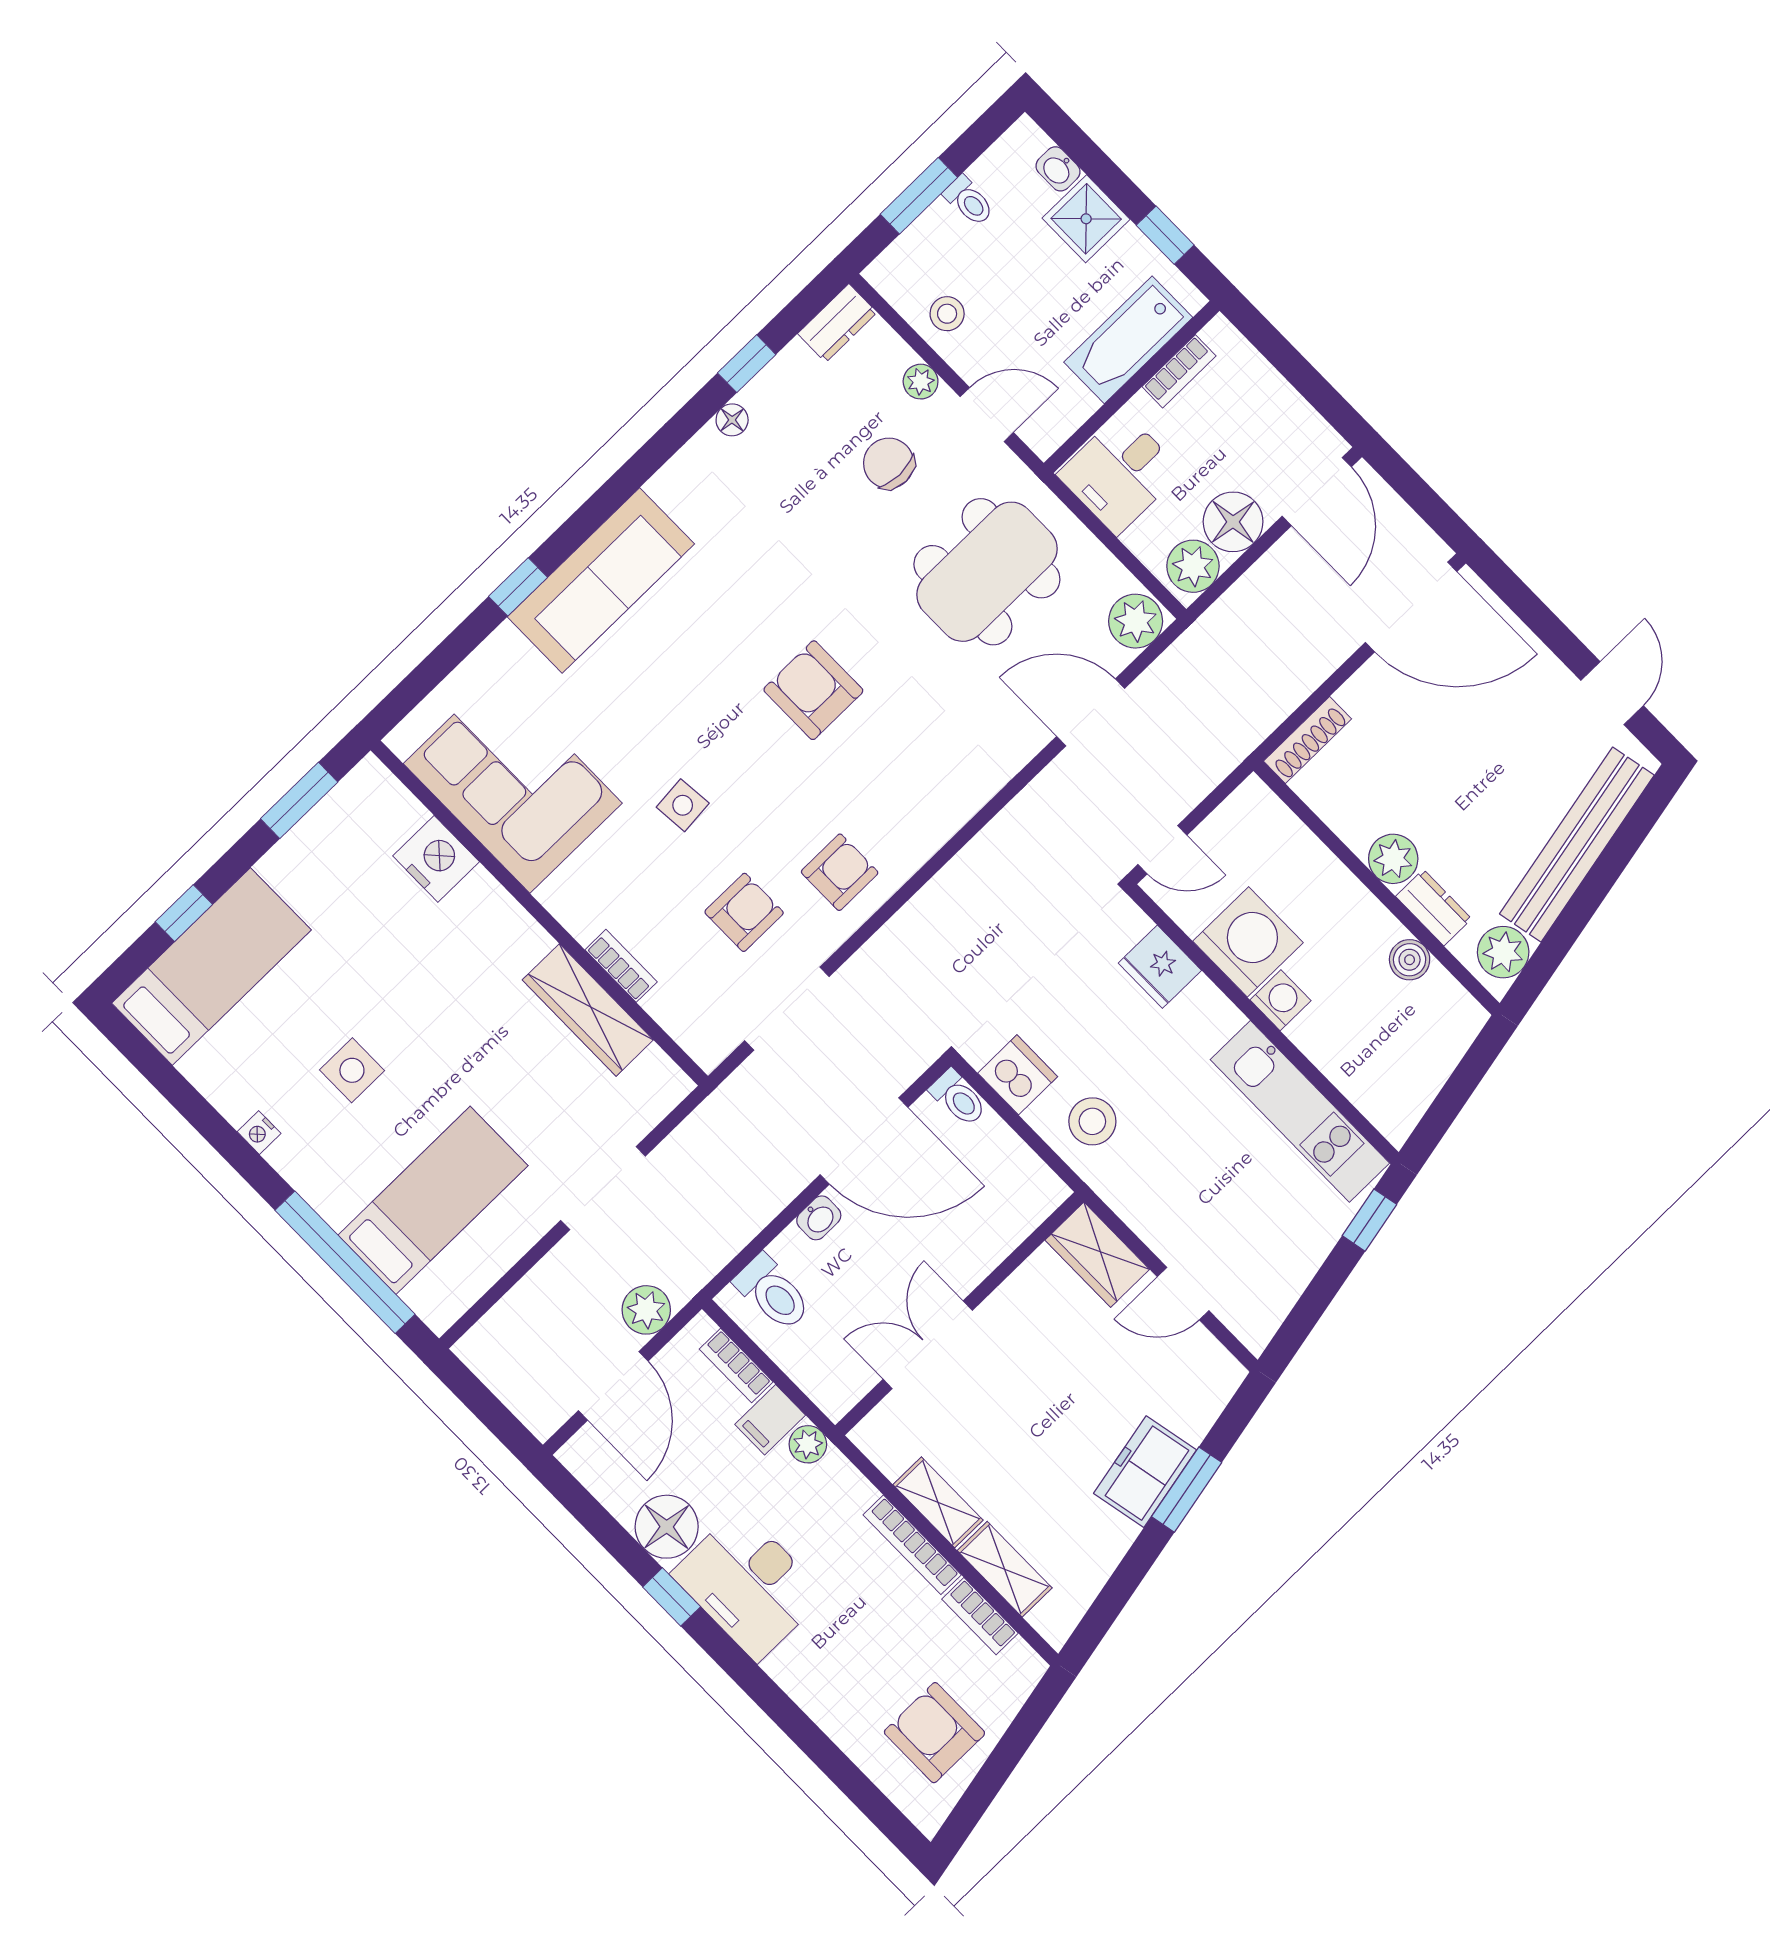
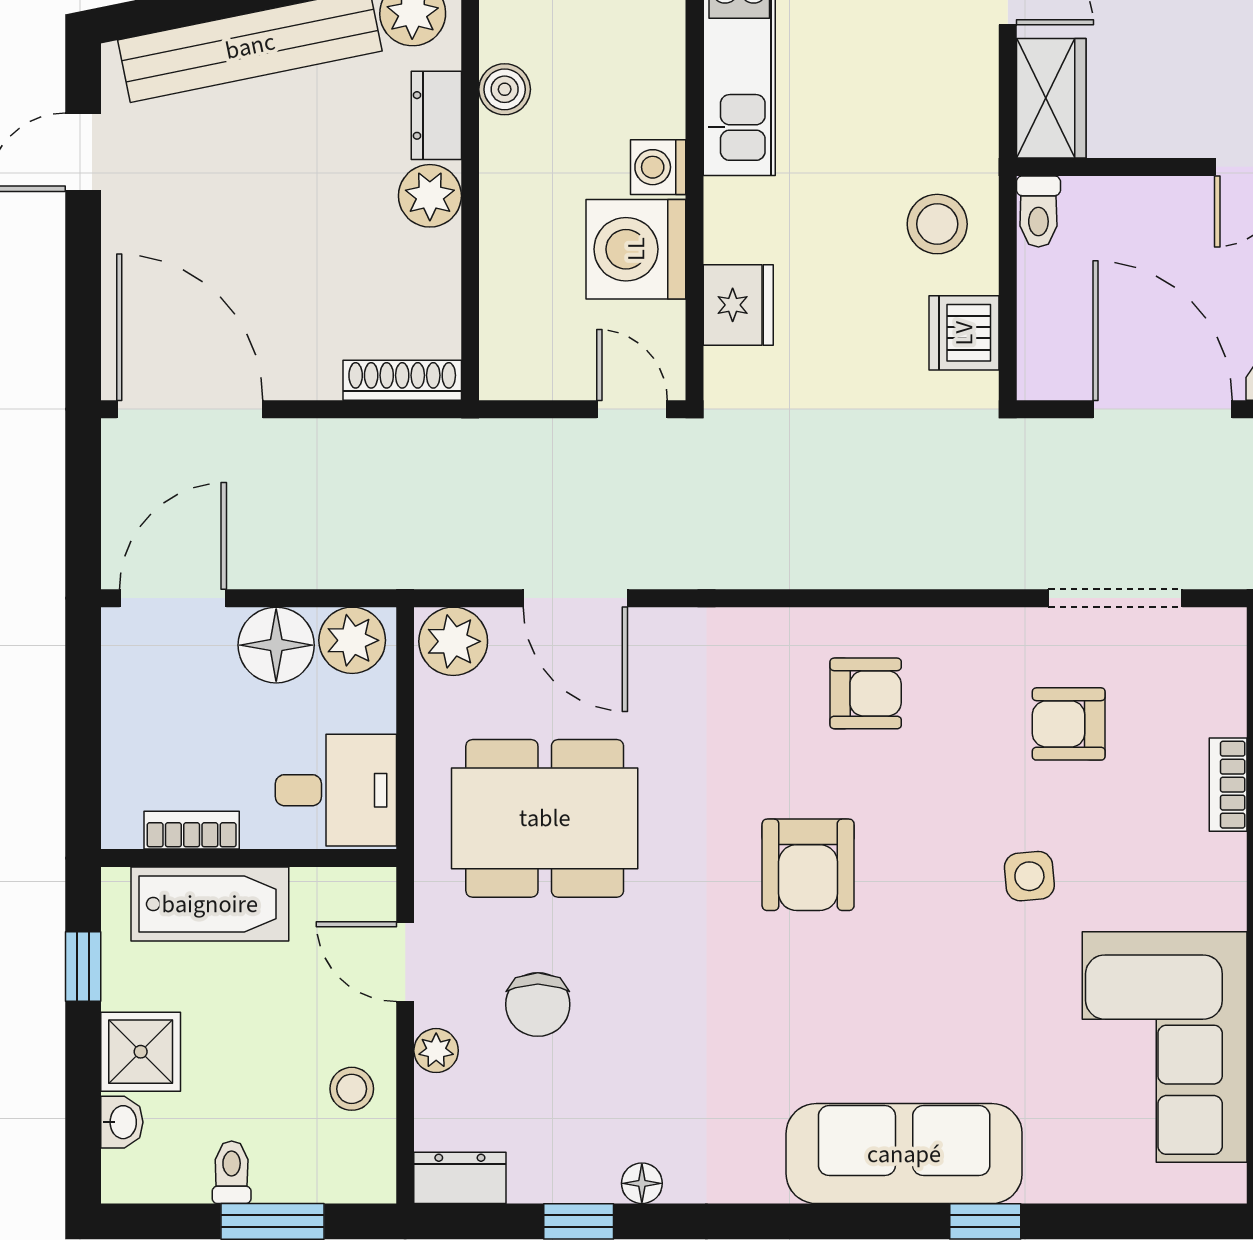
armchair: (840, 872) -> (866, 693), moved, turned 180
toilet: (958, 1098) -> (1038, 212), moved, turned 180

